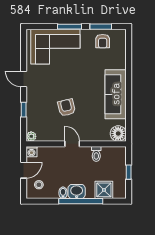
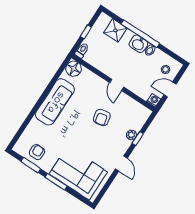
plant: (31, 136) -> (131, 135), moved
toilet: (96, 154) -> (82, 50), moved

